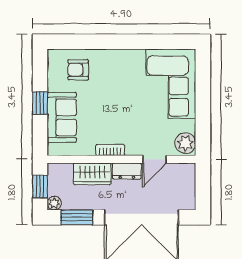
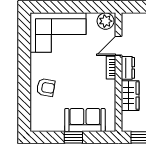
armchair: (78, 70) -> (46, 87), moved, turned -80
bookcase: (110, 150) -> (111, 68), moved
door: (154, 159) -> (119, 46), swing flipped

